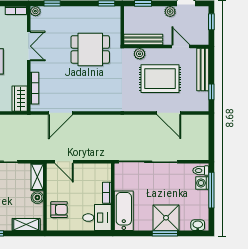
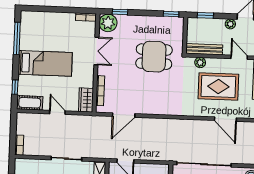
plant: (35, 11) -> (108, 23), width x1.88, depth x1.88

